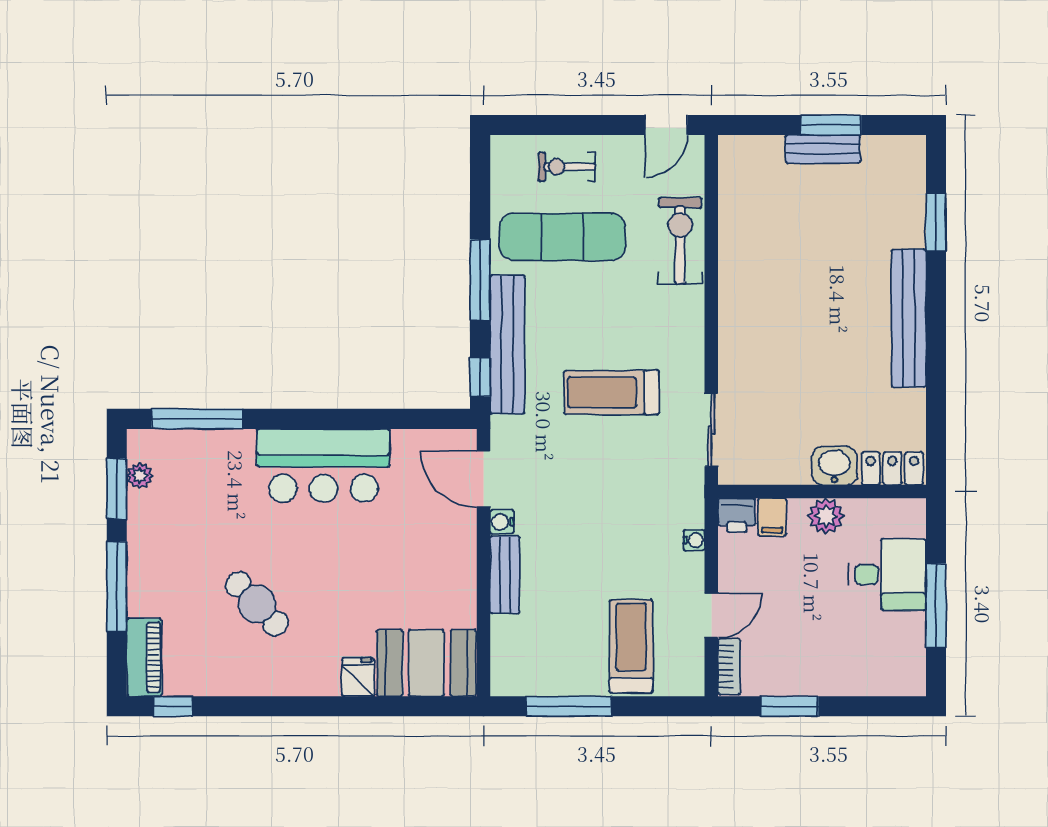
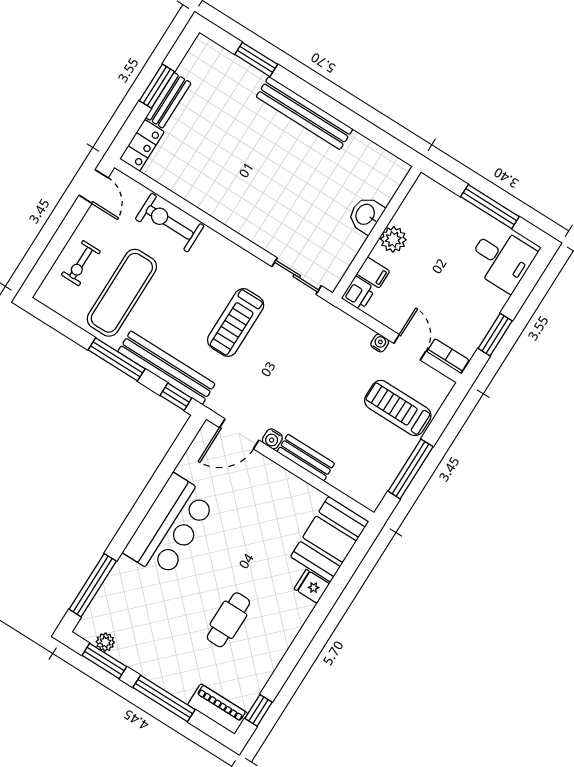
locker: (892, 468) -> (142, 145), moved, turned 180
water cooler: (694, 540) -> (380, 343), moved
desk: (887, 574) -> (502, 259), moved, turned 90
cafe table: (257, 604) -> (228, 620), turned -46

